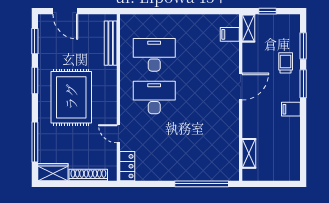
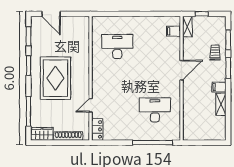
bench: (111, 43) -> (85, 38), removed
desk: (154, 97) -> (155, 110), moved
door: (118, 134) -> (91, 105), hinge flipped
shelving: (249, 153) -> (221, 104), moved

